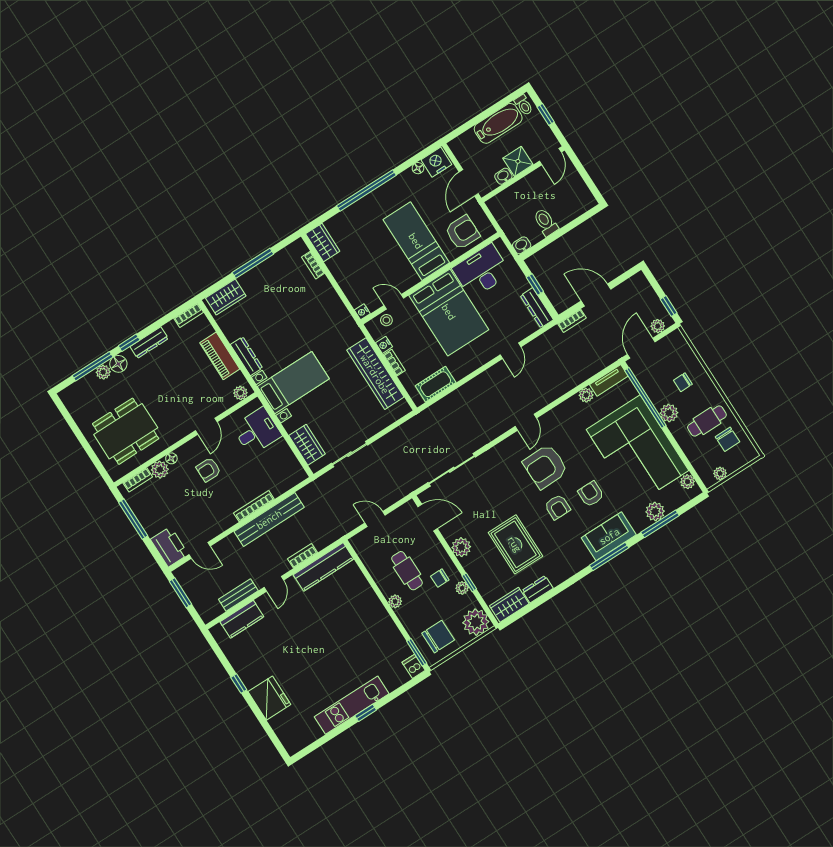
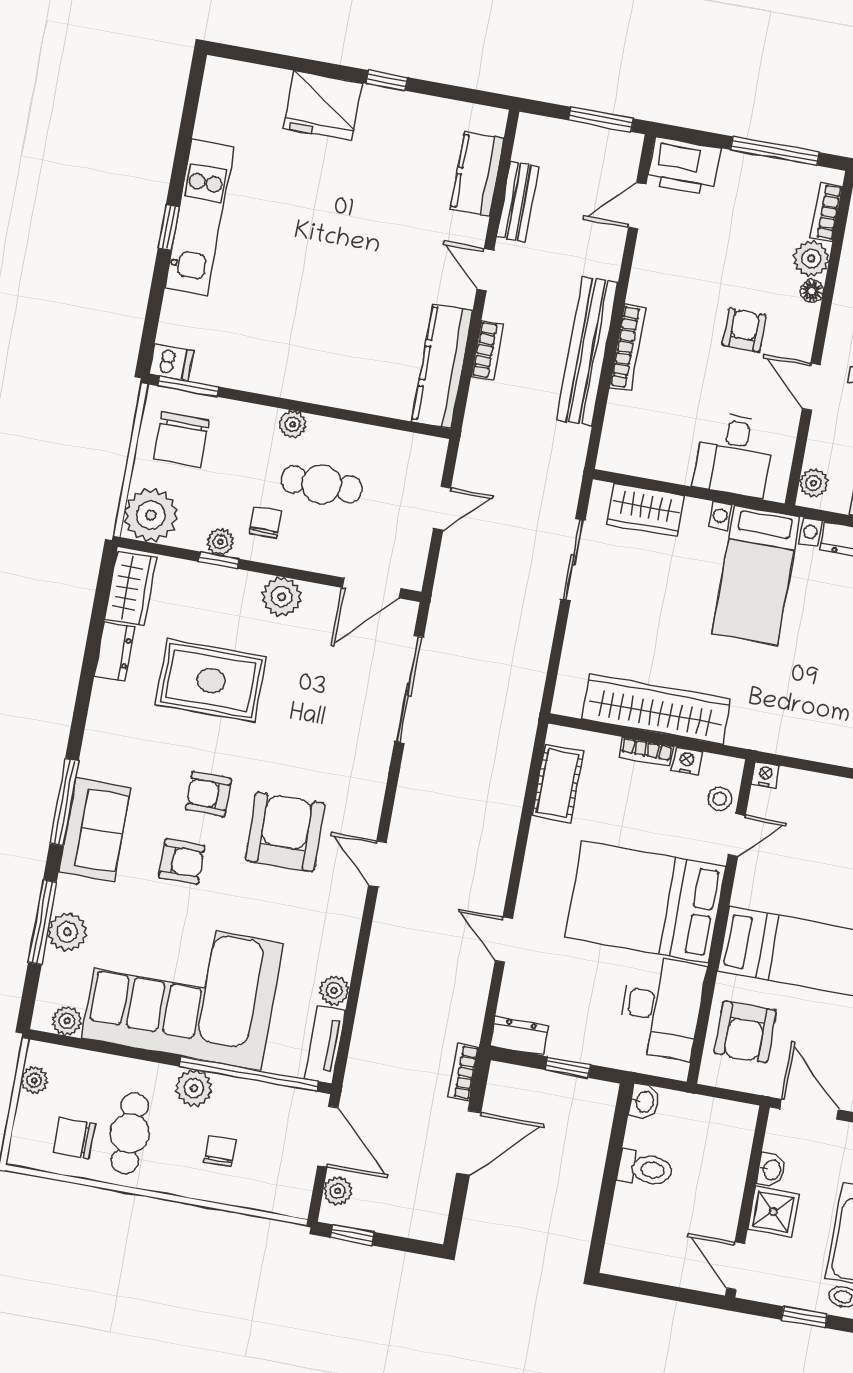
dresser: (537, 308) -> (519, 1036), width x0.70

